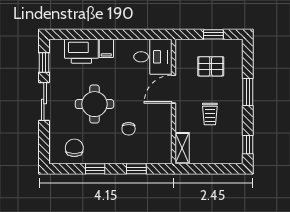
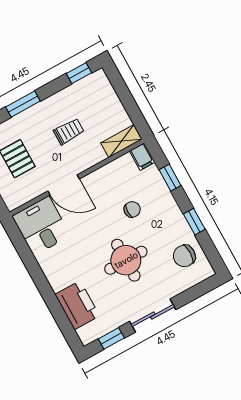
filing cabinet: (106, 48) -> (142, 157), moved, turned 90

